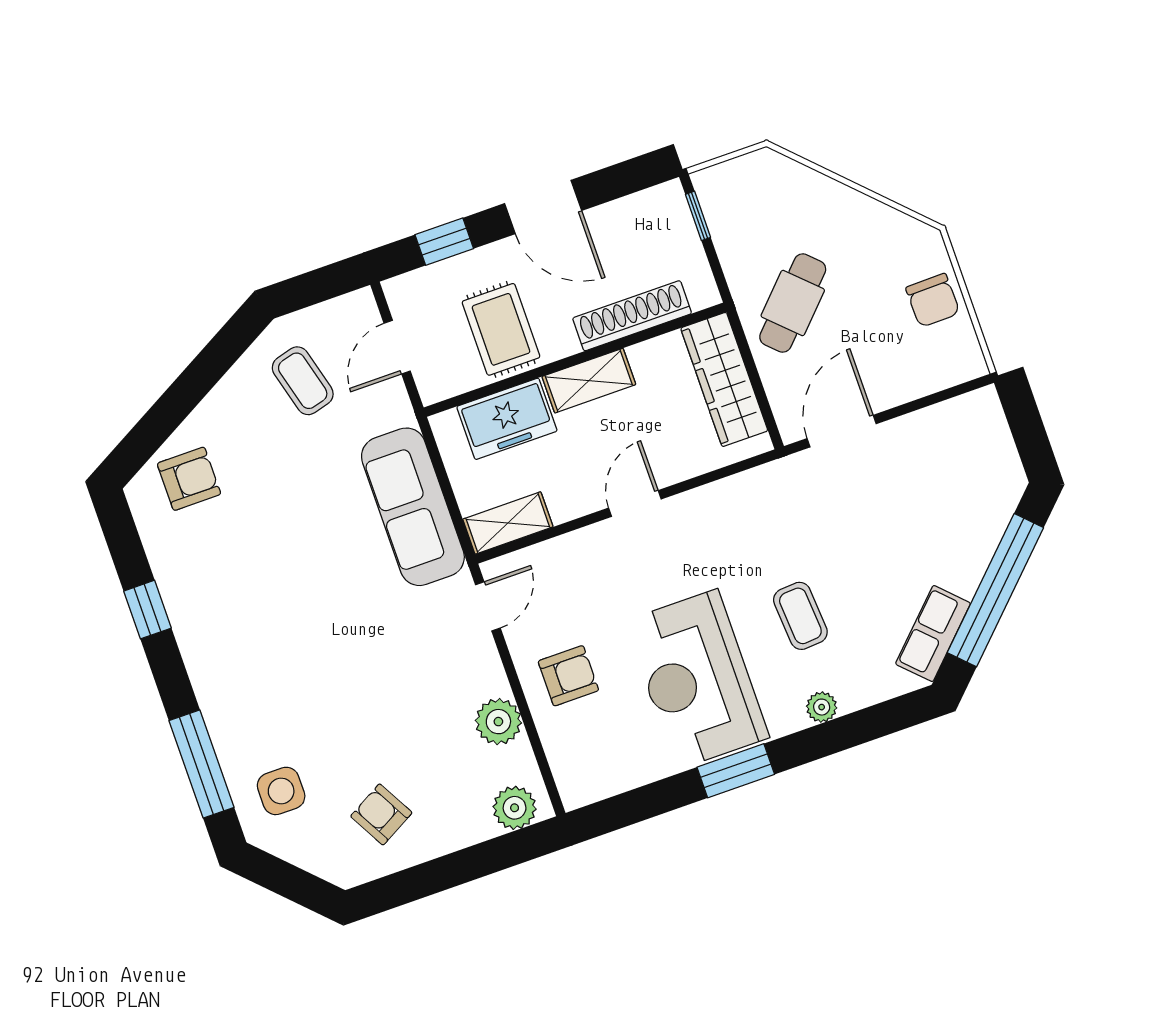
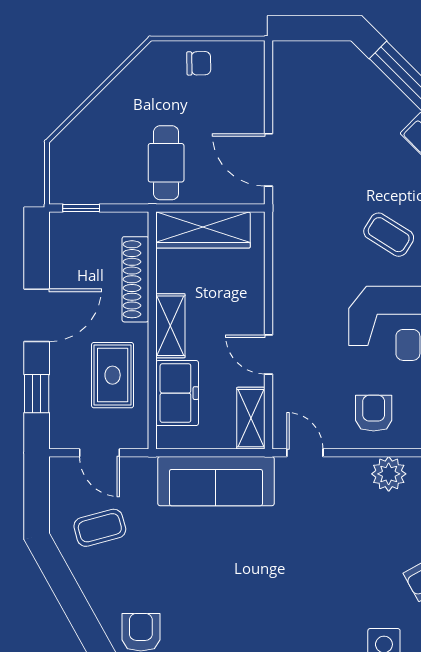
chair: (933, 300) -> (199, 63), width x0.73, depth x0.73
cafe table: (793, 303) -> (166, 163), turned 46
rug: (501, 329) -> (113, 375), turned 90
door: (635, 503) -> (268, 354), moved
coffee table: (800, 616) -> (389, 235), turned 36

